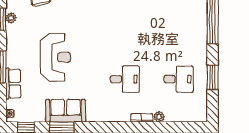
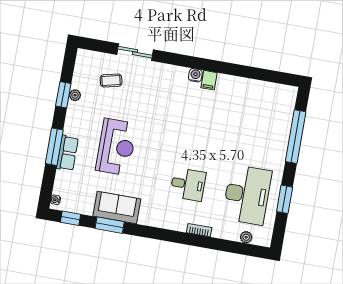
desk: (179, 79) -> (247, 195), width x1.87, depth x1.30
row of seats: (13, 84) -> (67, 153), moved
plant: (159, 117) -> (246, 237), moved

